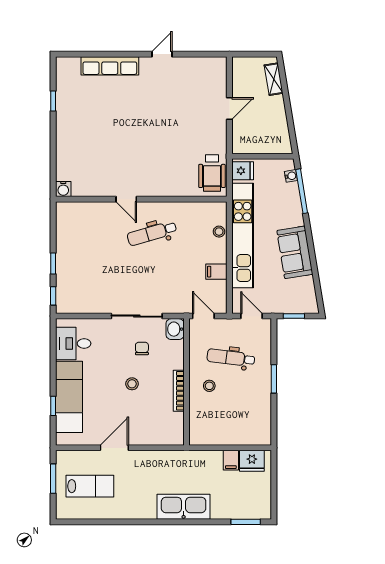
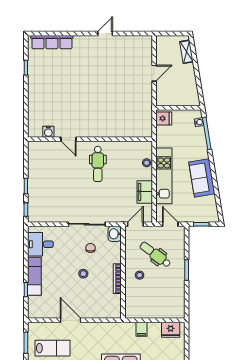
row of seats: (110, 66) -> (52, 42), moved
wheelchair: (212, 173) -> (142, 120), removed
water cooler: (63, 189) -> (48, 132), moved
door: (126, 199) -> (69, 139), moved
dental chair: (152, 233) -> (98, 164), turned -74
kitchen unit: (243, 235) -> (164, 176), width x0.73
filing cabinet: (216, 272) -> (145, 192), width x2.00
door: (203, 316) -> (135, 224), hinge flipped
dental chair: (231, 358) -> (155, 255), turned 30
exam couch: (69, 397) -> (34, 276), width x0.73, depth x0.69
door: (114, 448) -> (70, 320), hinge flipped
filing cabinet: (231, 460) -> (141, 329), moved

